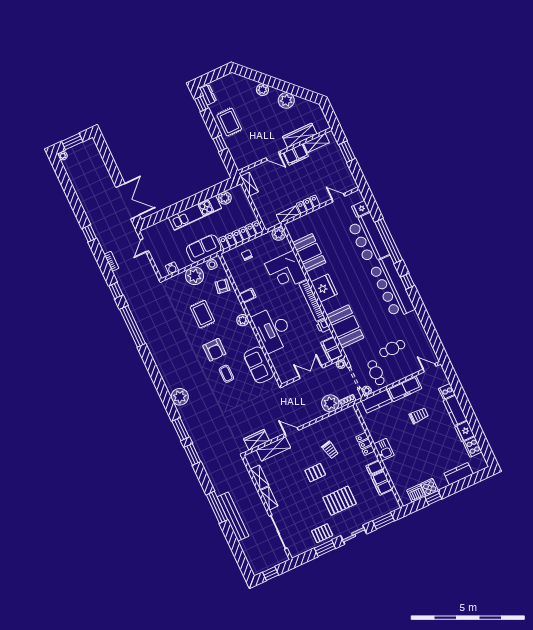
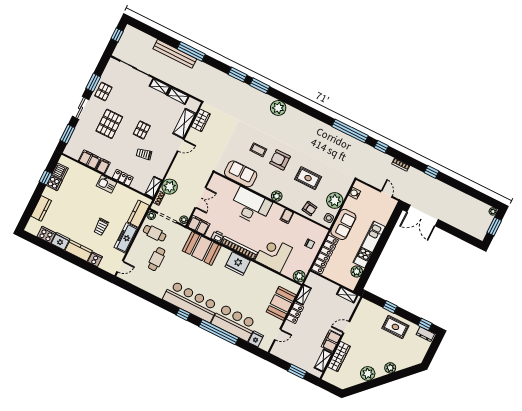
booth: (309, 253) -> (281, 303), moved, turned 90
shelving: (345, 414) -> (153, 187), added

